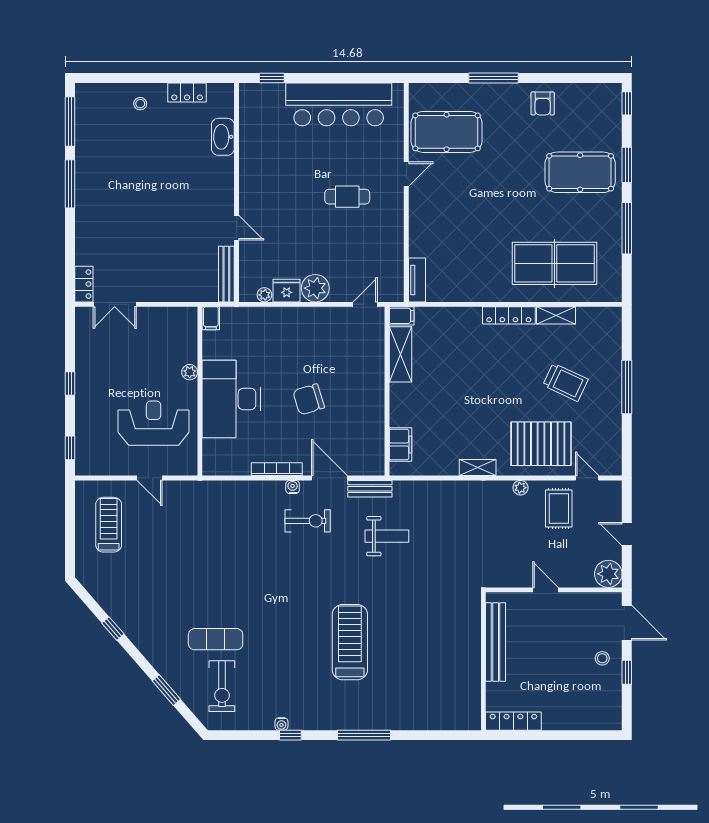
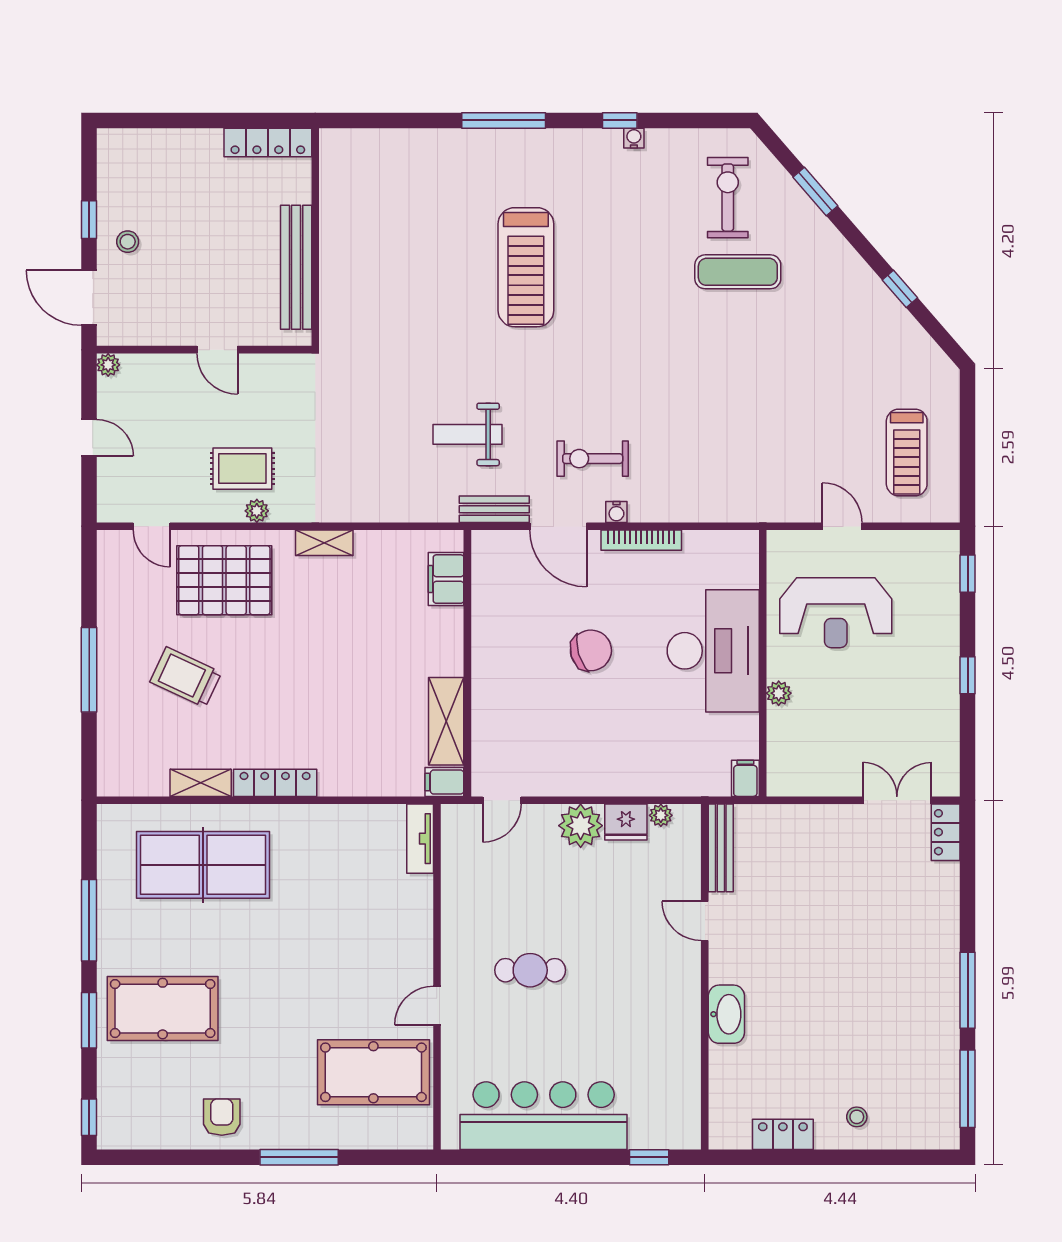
washbasin: (223, 137) -> (726, 1014), moved
rug: (559, 508) -> (242, 469), moved, turned 90
plant: (608, 574) -> (108, 365), width x0.53, depth x0.53

